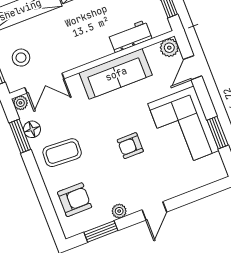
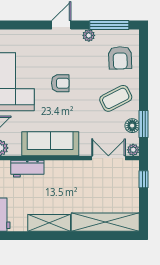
stool: (21, 58) -> (119, 185), removed
coffee table: (62, 153) -> (116, 98), turned -30
armchair: (75, 200) -> (120, 58), turned -92
window: (101, 231) -> (109, 25), width x1.44

